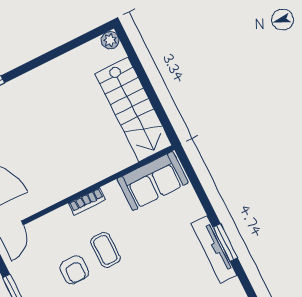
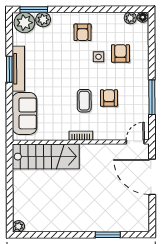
stairs: (134, 109) -> (46, 156), moved, turned 90
sofa: (153, 181) -> (24, 113), moved, turned 90

